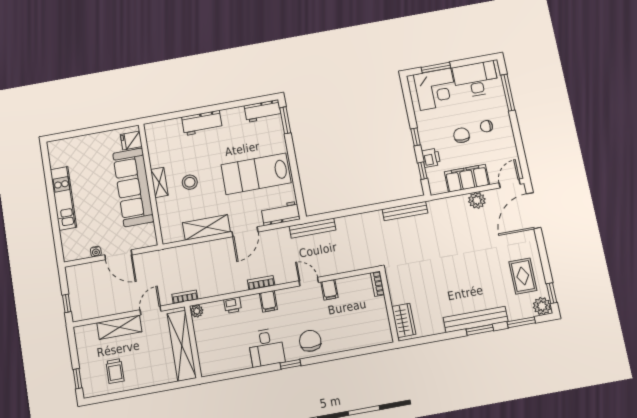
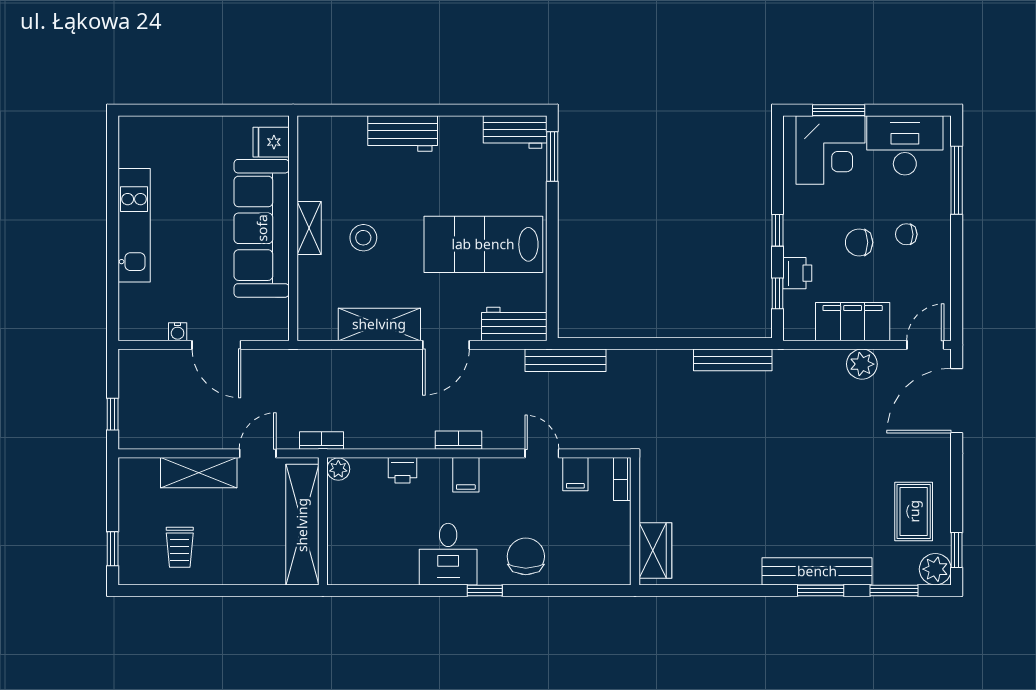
chair: (462, 135) -> (859, 242), turned -90
bookcase: (377, 284) -> (622, 479), moved
wall: (389, 306) -> (635, 521), moved
wardrobe: (404, 320) -> (655, 551), moved

